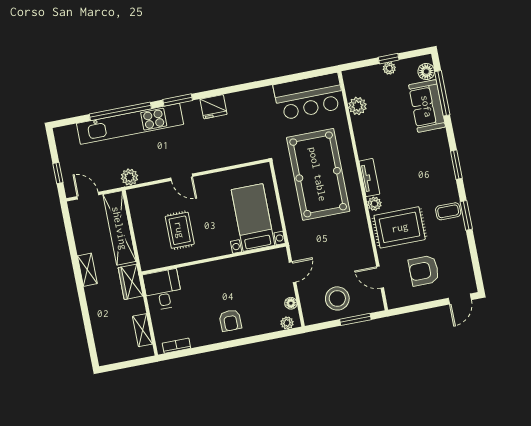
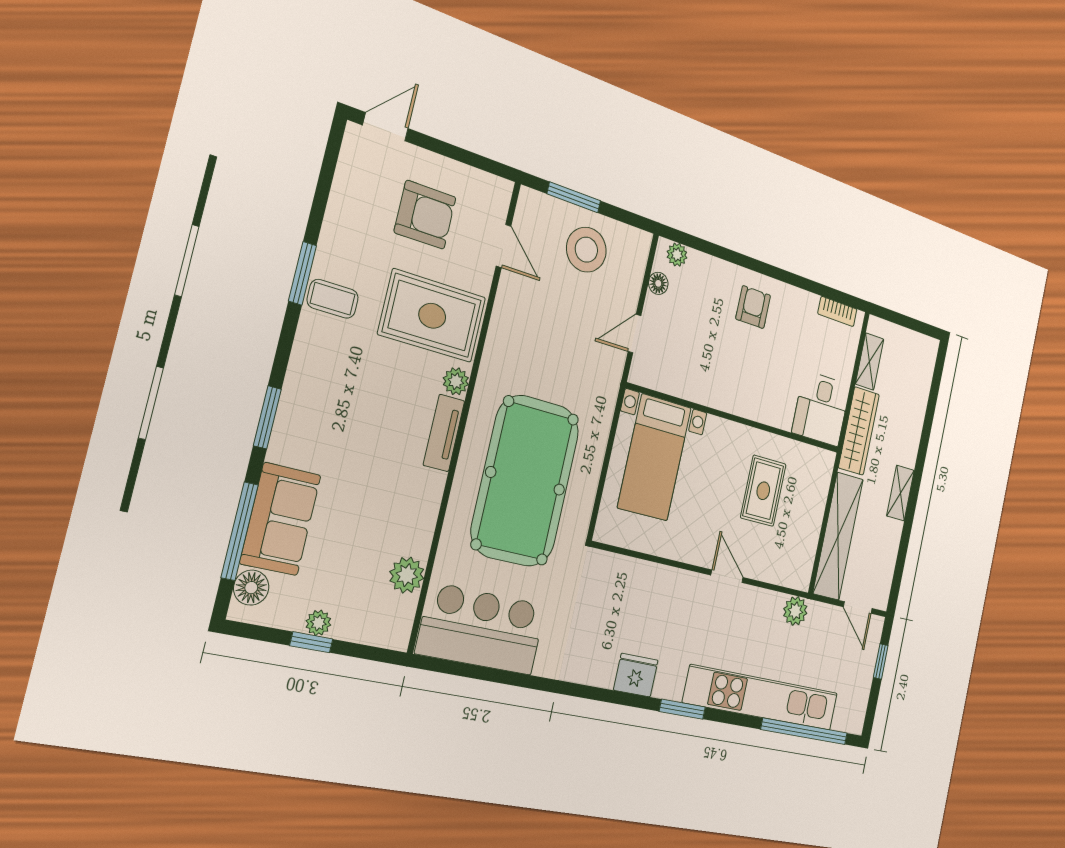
window: (120, 111) -> (805, 731), moved
window: (456, 165) -> (267, 417), moved
wardrobe: (131, 282) -> (859, 431), width x1.50

